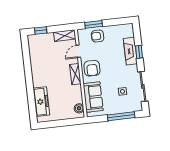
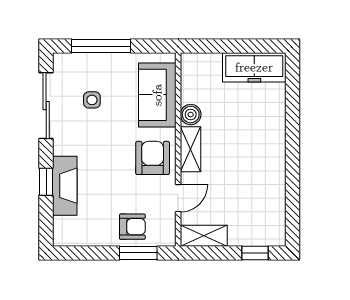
freezer: (41, 102) -> (254, 67), moved, turned -90
boiler: (79, 108) -> (191, 115), moved

